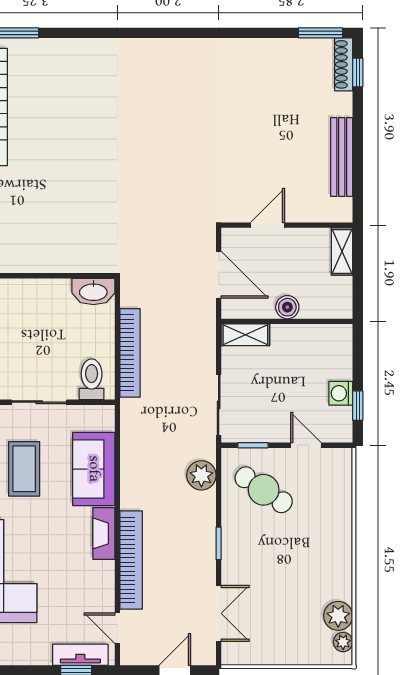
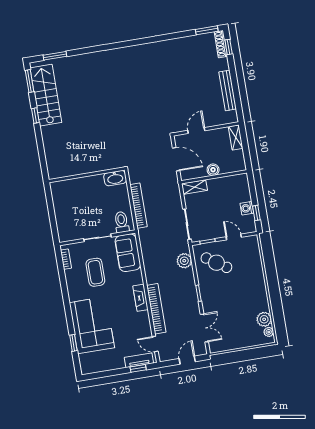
sofa: (94, 469) -> (128, 253), moved

